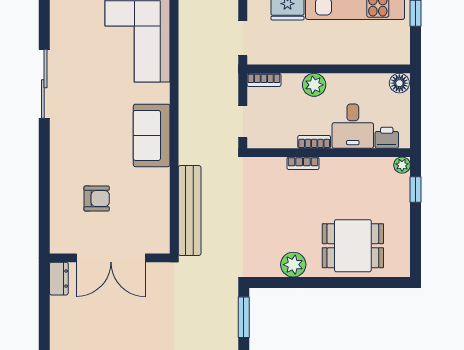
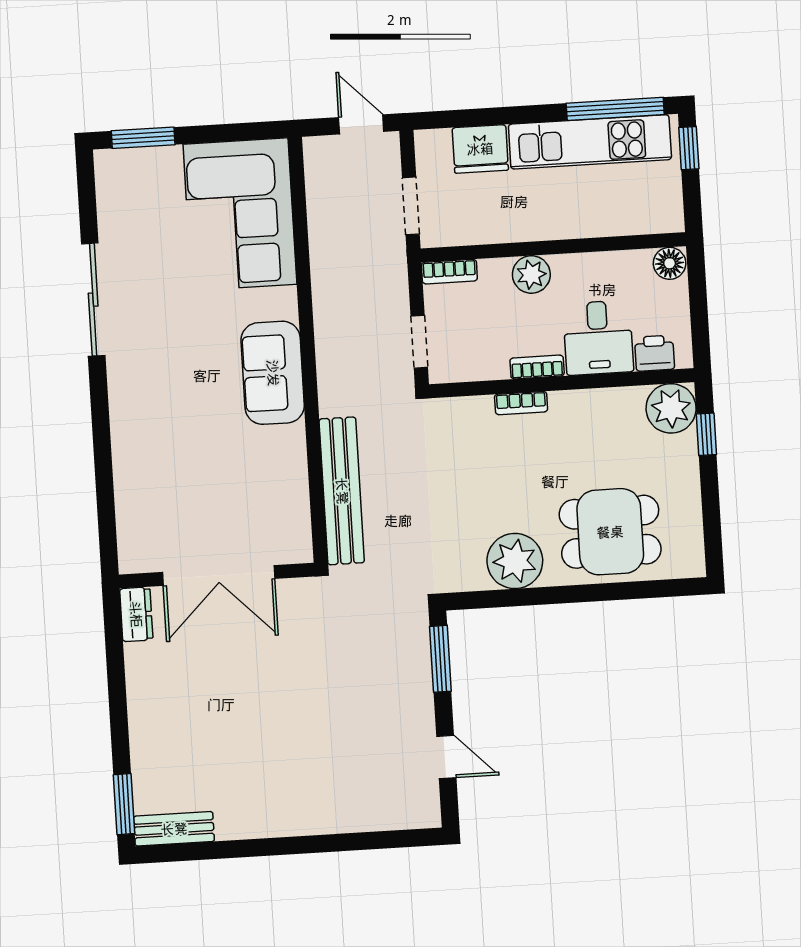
plant: (402, 165) -> (671, 408), width x1.88, depth x1.88
armchair: (97, 199) -> (190, 481), removed
plant: (293, 265) -> (515, 561), width x1.36, depth x1.36

